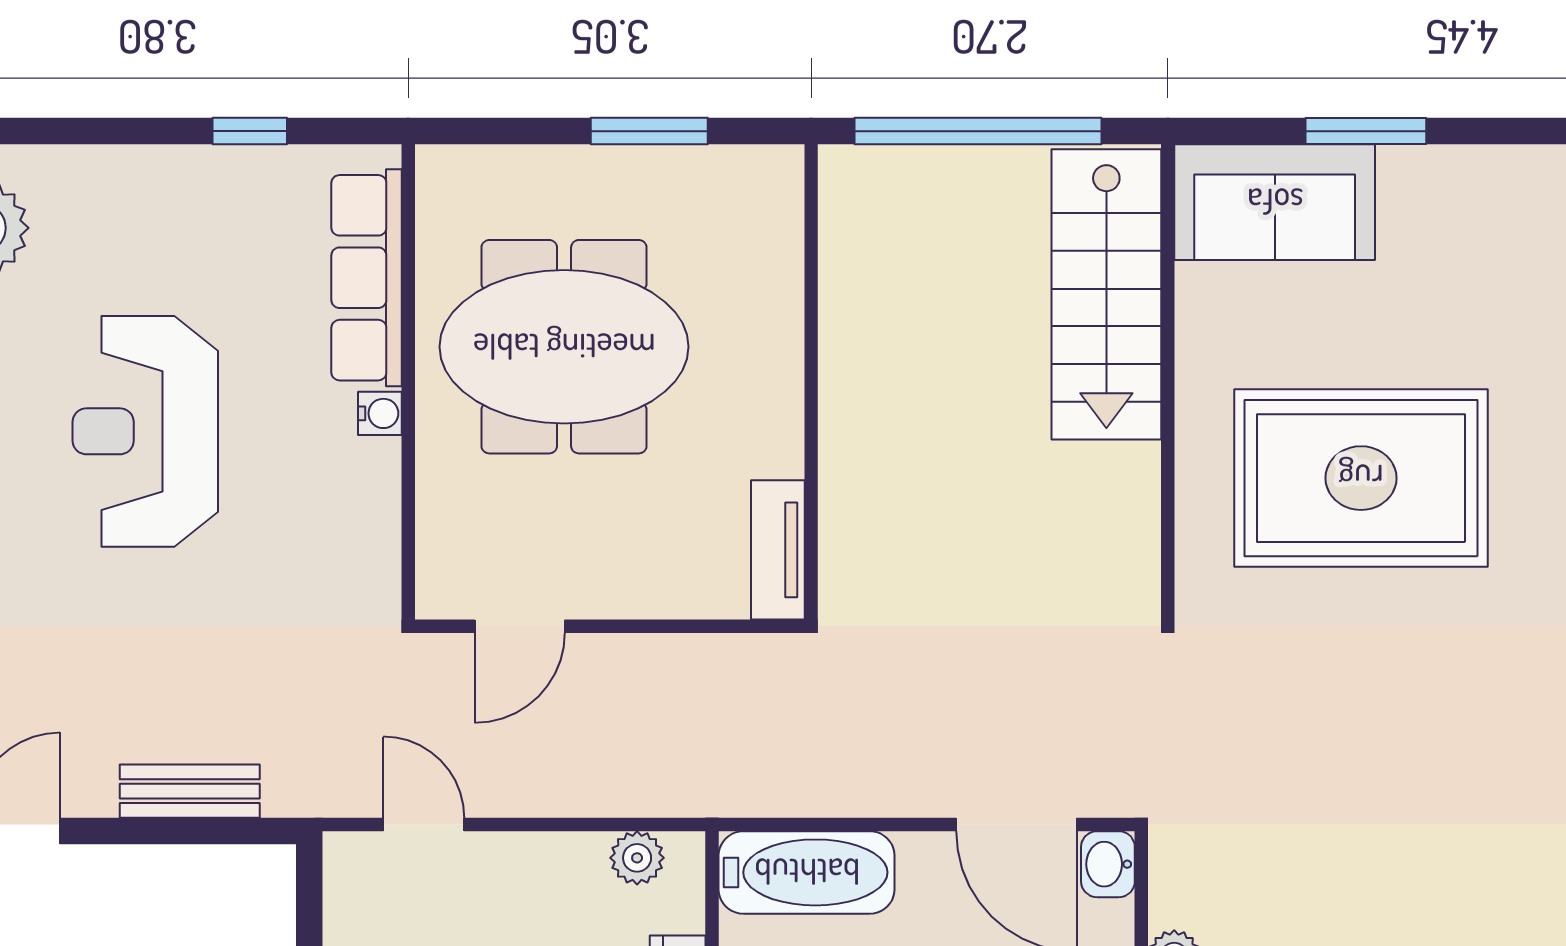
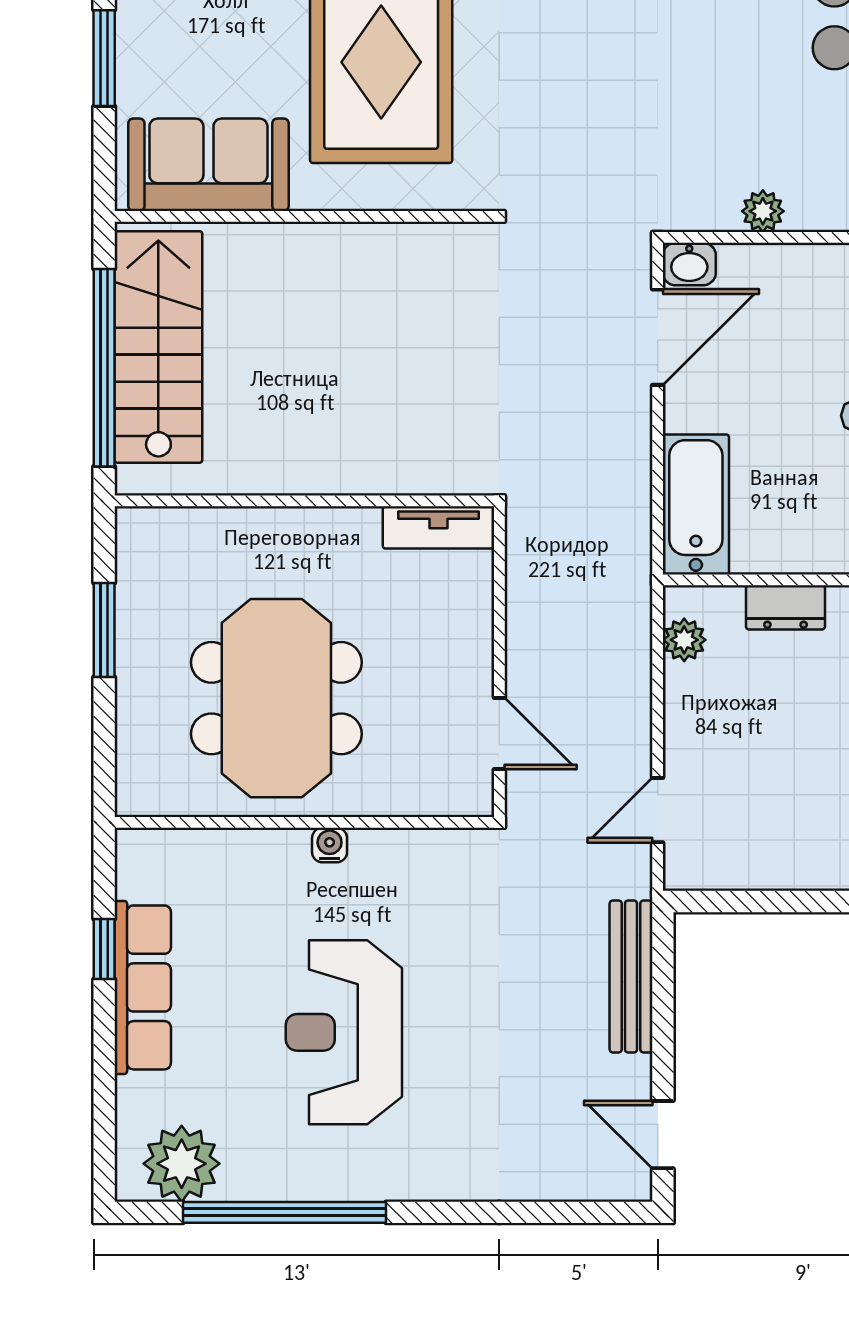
sofa: (1275, 202) -> (208, 165), moved, turned -90
row of seats: (367, 278) -> (143, 987), moved, turned -90
stairs: (1106, 294) -> (158, 347), moved, turned -90
reception desk: (145, 431) -> (344, 1032), turned 90
bench: (190, 791) -> (631, 976), width x1.36

